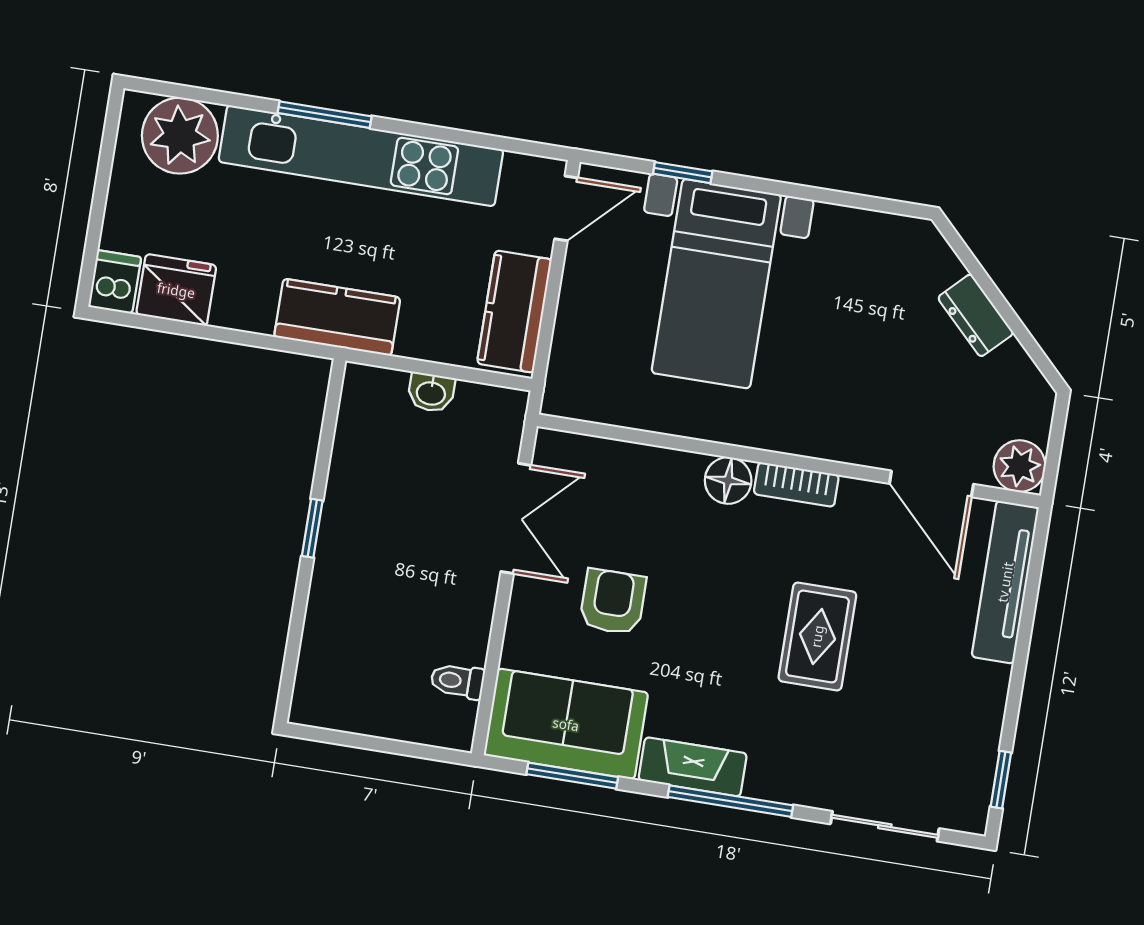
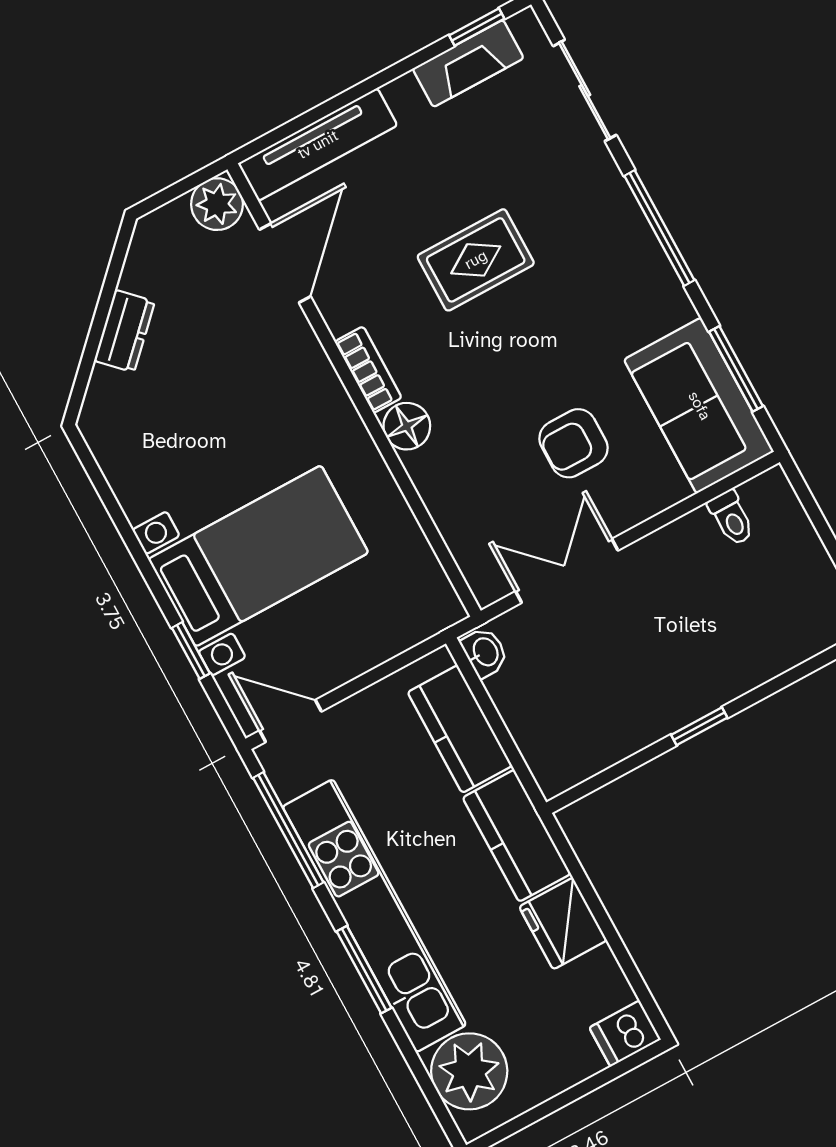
window: (481, 140) -> (288, 830), added
fridge: (176, 290) -> (563, 923), moved
kitchen counter: (514, 311) -> (460, 729), moved, turned 90
washbasin: (431, 392) -> (485, 652), moved
fireplace: (693, 767) -> (468, 63), moved, turned -90

